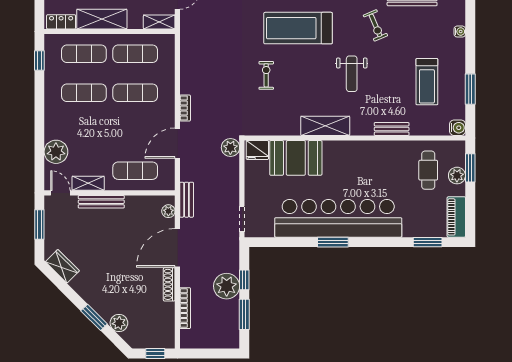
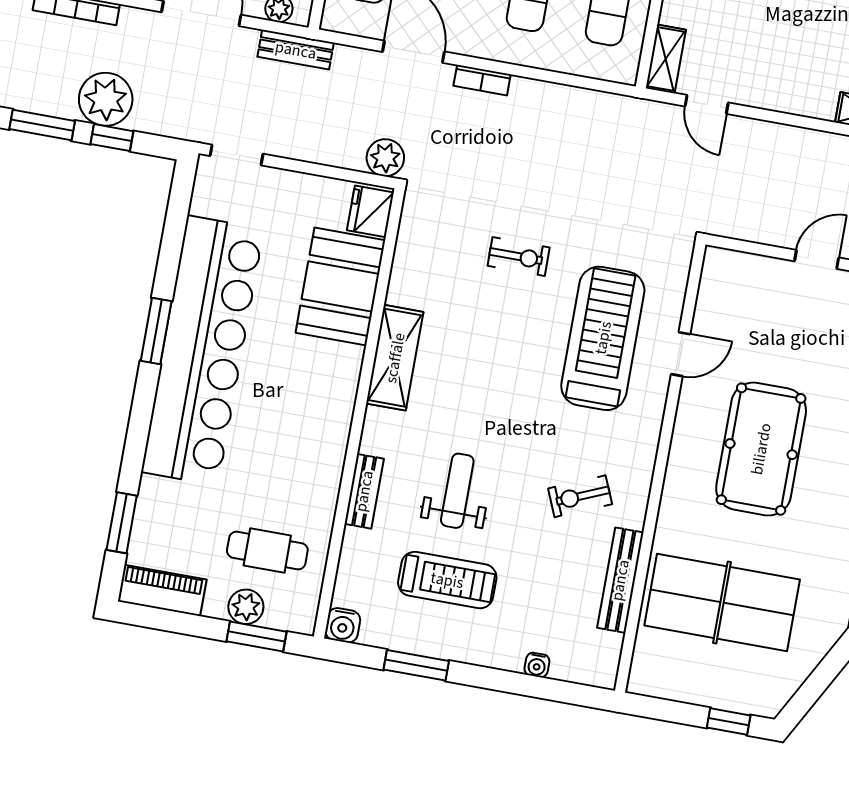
weight bench: (352, 74) -> (457, 491), moved, turned 90
treadmill: (427, 82) -> (447, 580), turned 180

